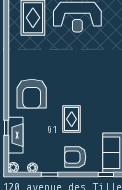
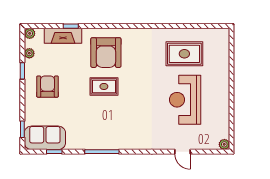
armchair: (32, 94) -> (106, 53), turned -90
rug: (72, 119) -> (104, 86), moved
armchair: (75, 157) -> (48, 87), moved

